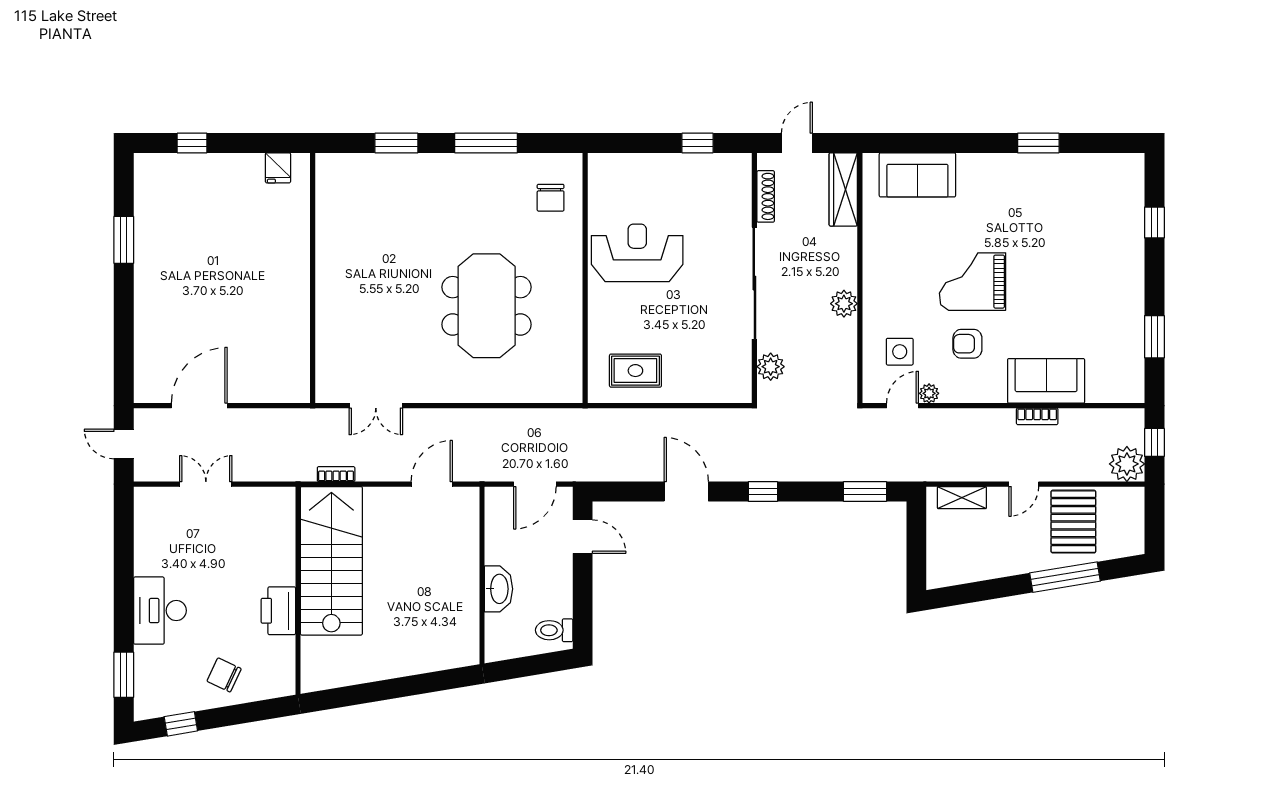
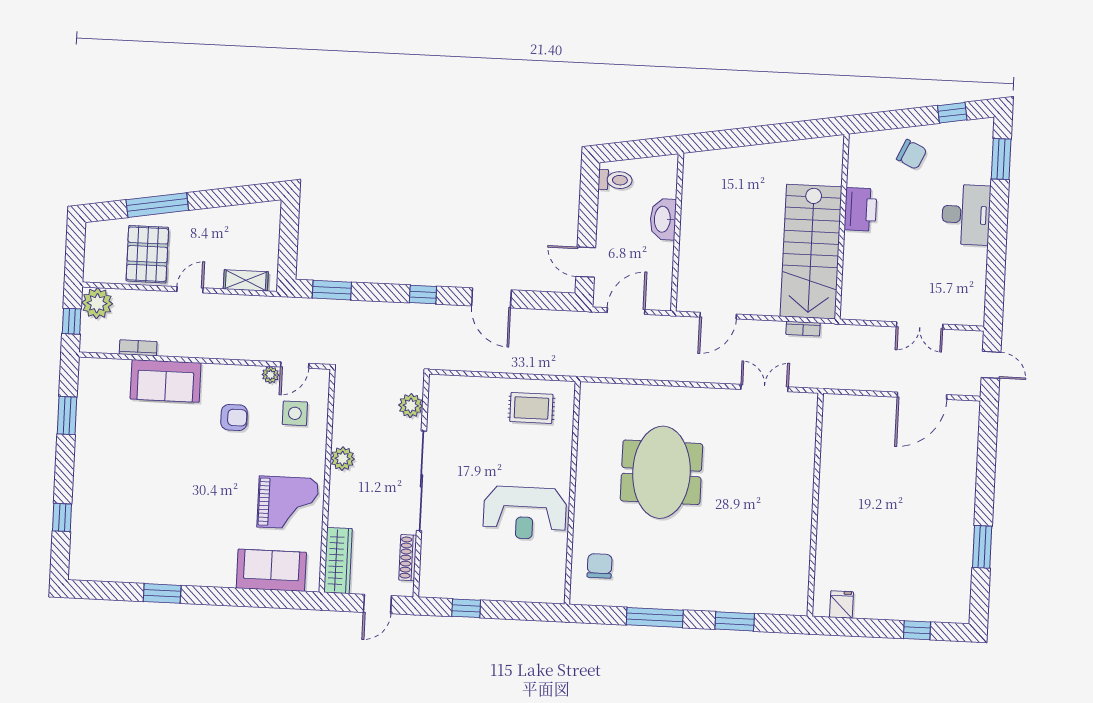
grand piano: (973, 282) -> (288, 503), moved
bookcase: (1037, 416) -> (138, 348), moved

